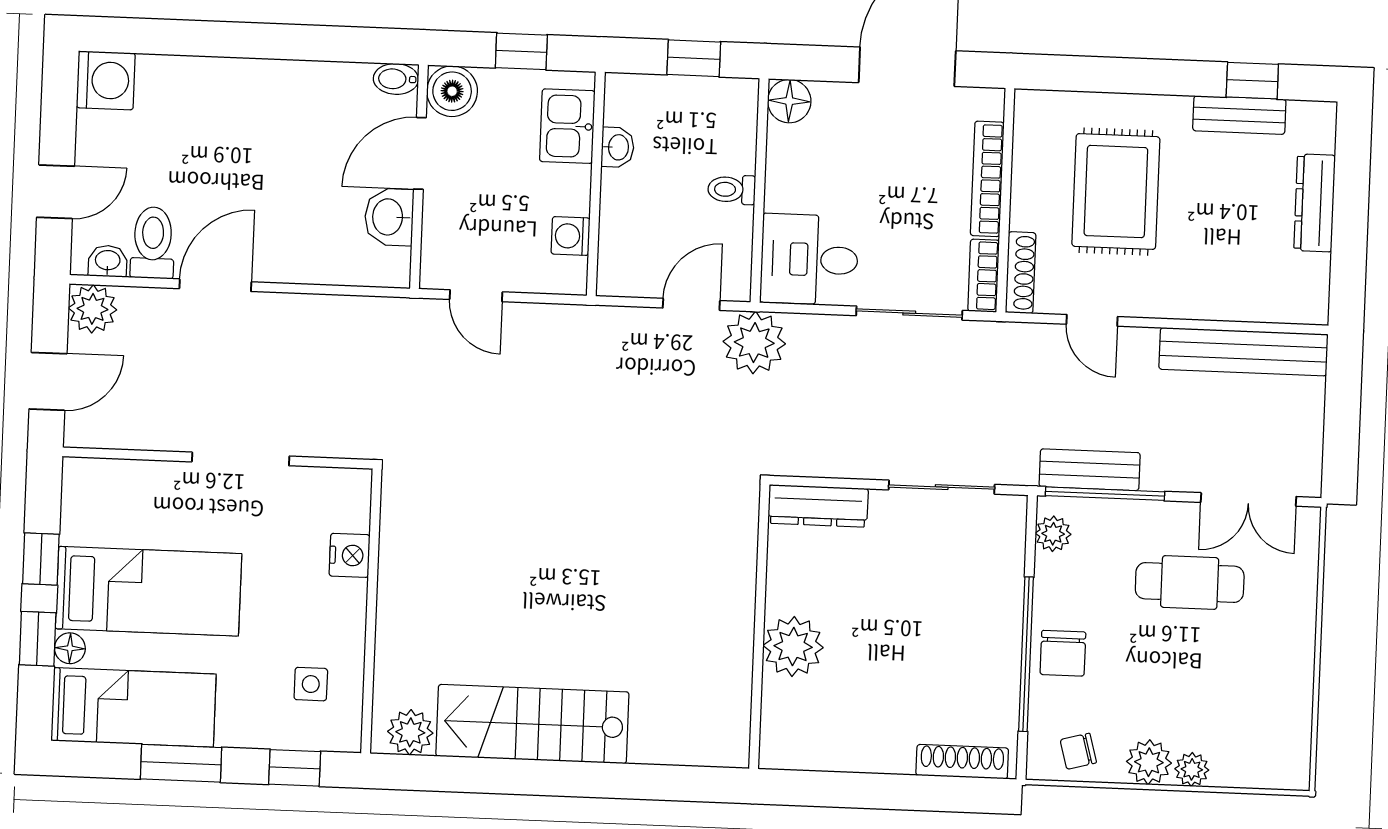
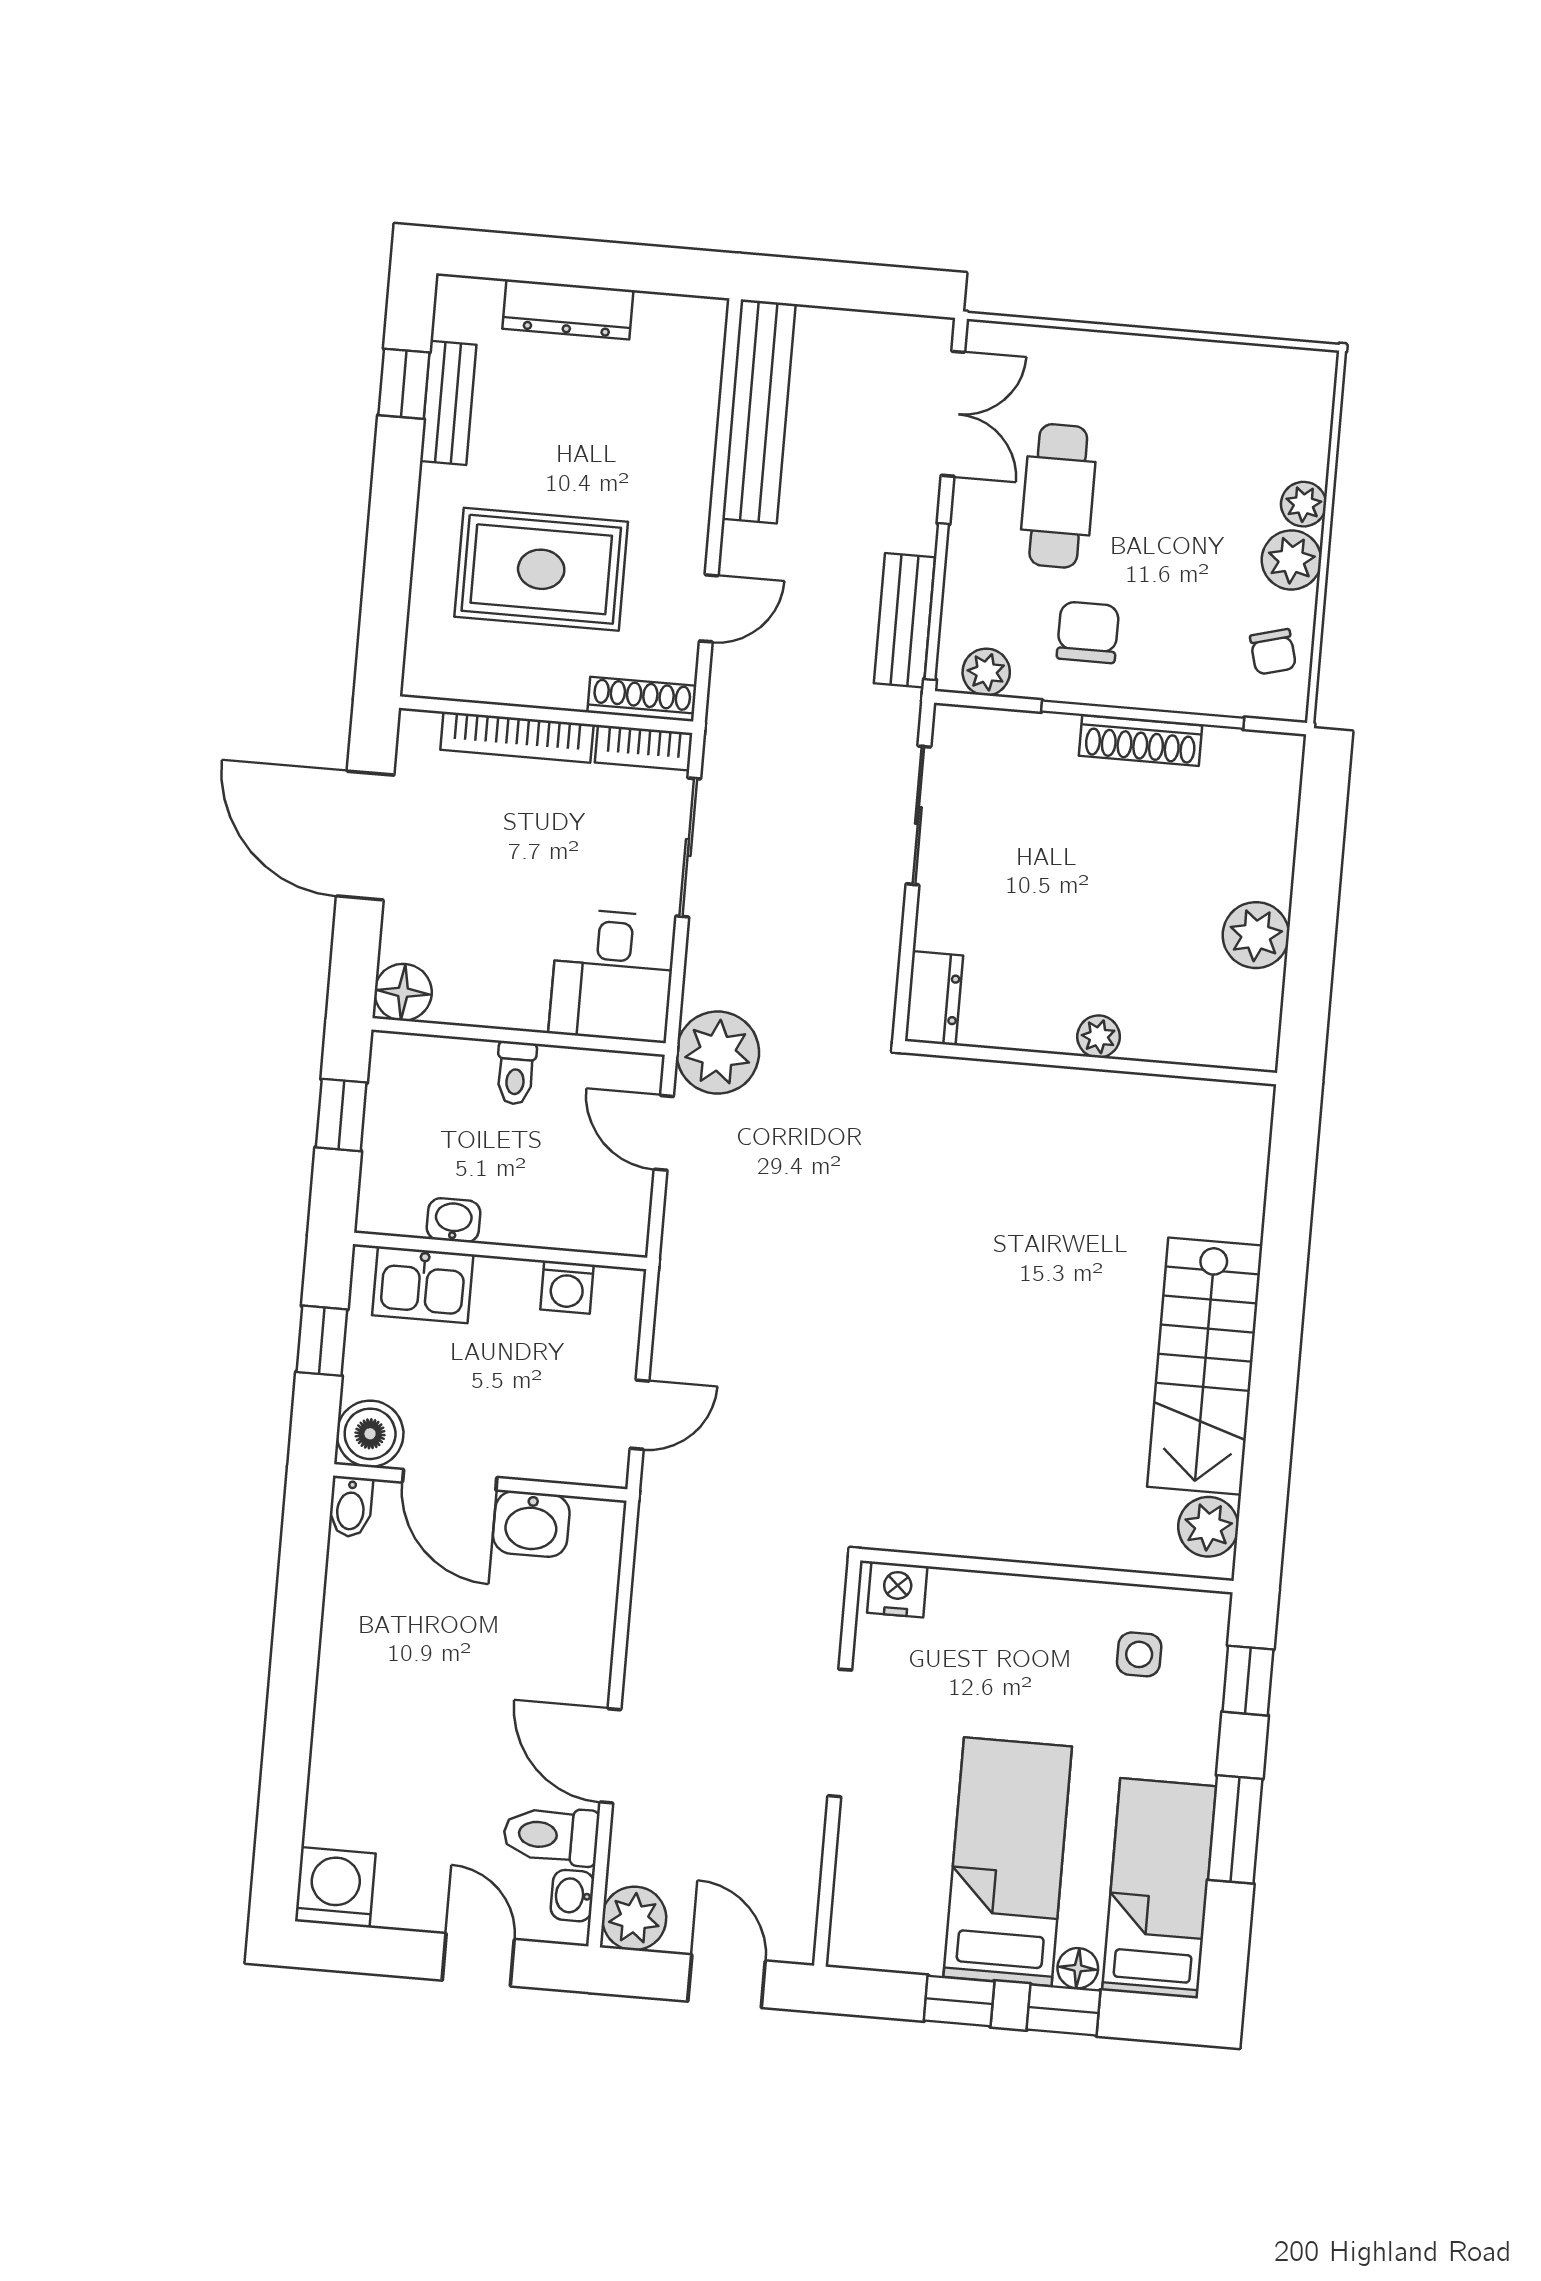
dresser: (818, 506) -> (934, 998), width x0.70
nightstand: (350, 555) -> (897, 1590), moved
plant: (793, 646) -> (1099, 1037), width x0.53, depth x0.53
chair: (1063, 653) -> (1088, 632), moved, turned -90
plant: (862, 748) -> (1256, 935), added
shoe rack: (962, 762) -> (1141, 741), moved, turned -90

